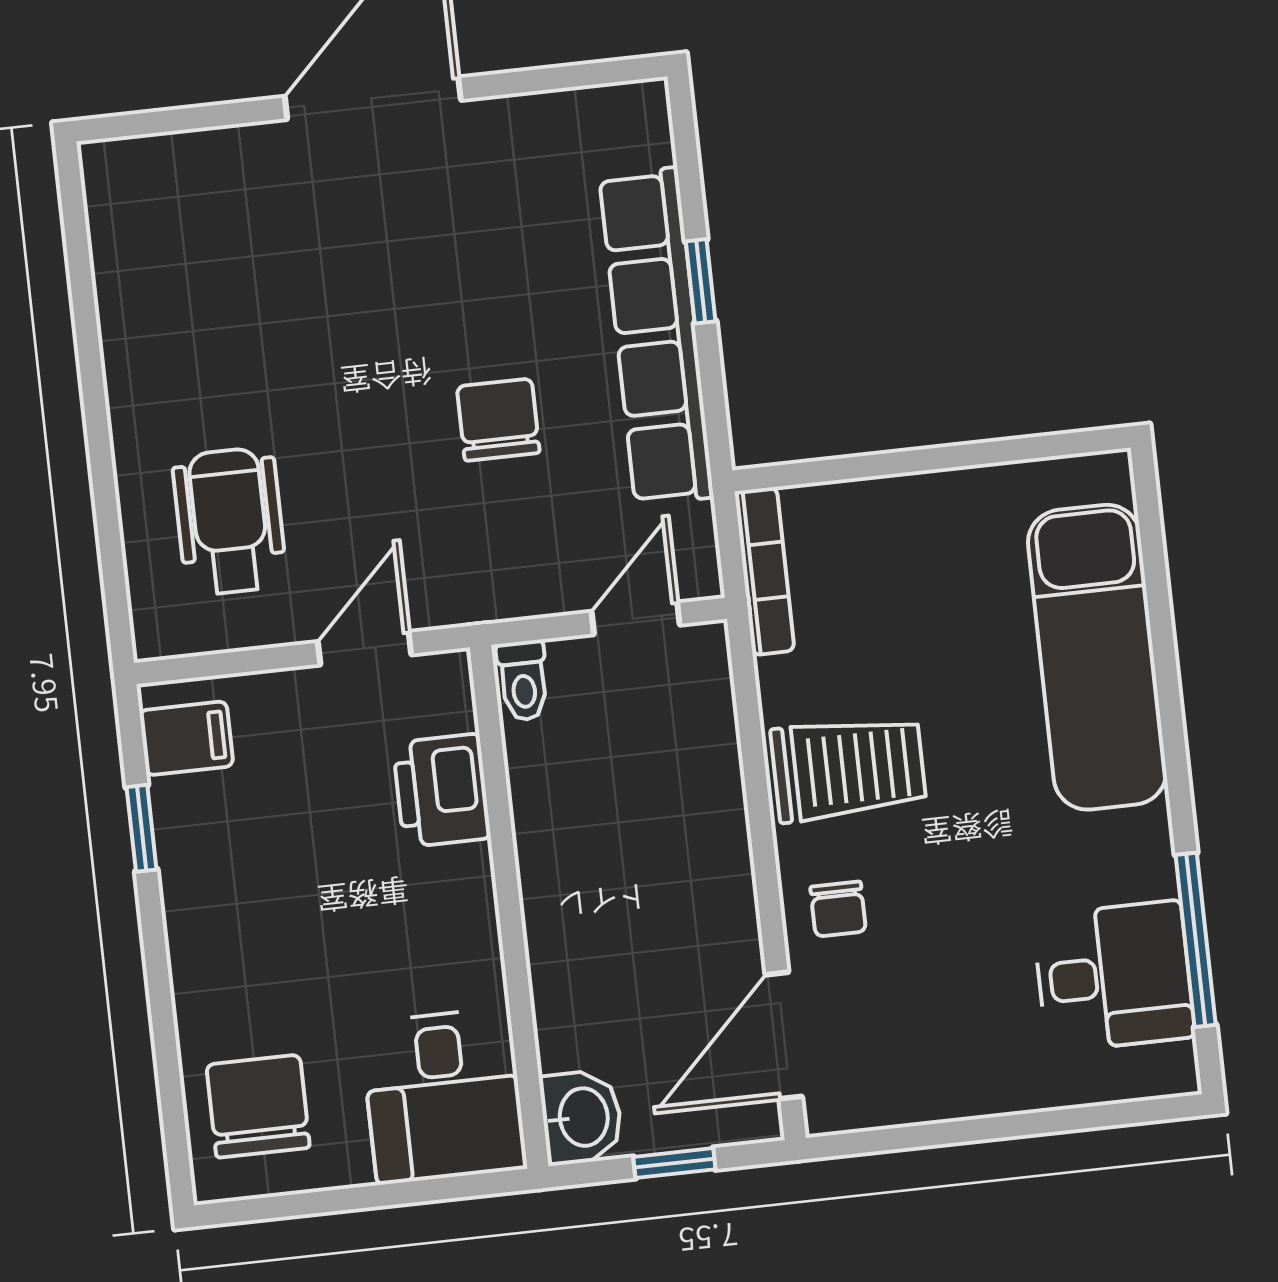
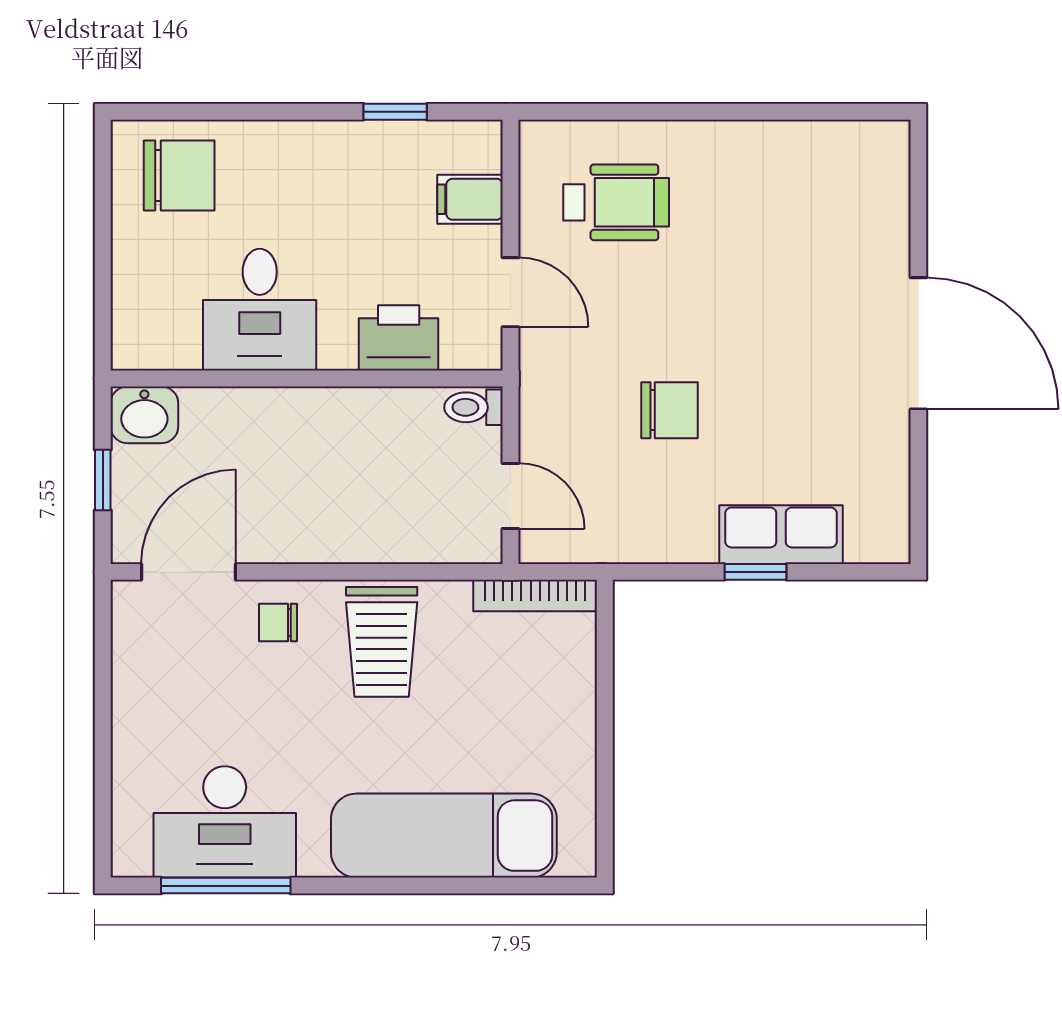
row of seats: (656, 336) -> (781, 535), width x0.50
filing cabinet: (186, 738) -> (470, 199), moved, turned 90
desk: (1114, 976) -> (225, 822), width x1.37
door: (784, 1036) -> (188, 572), hinge flipped
desk: (443, 1096) -> (260, 310), moved, turned -90

